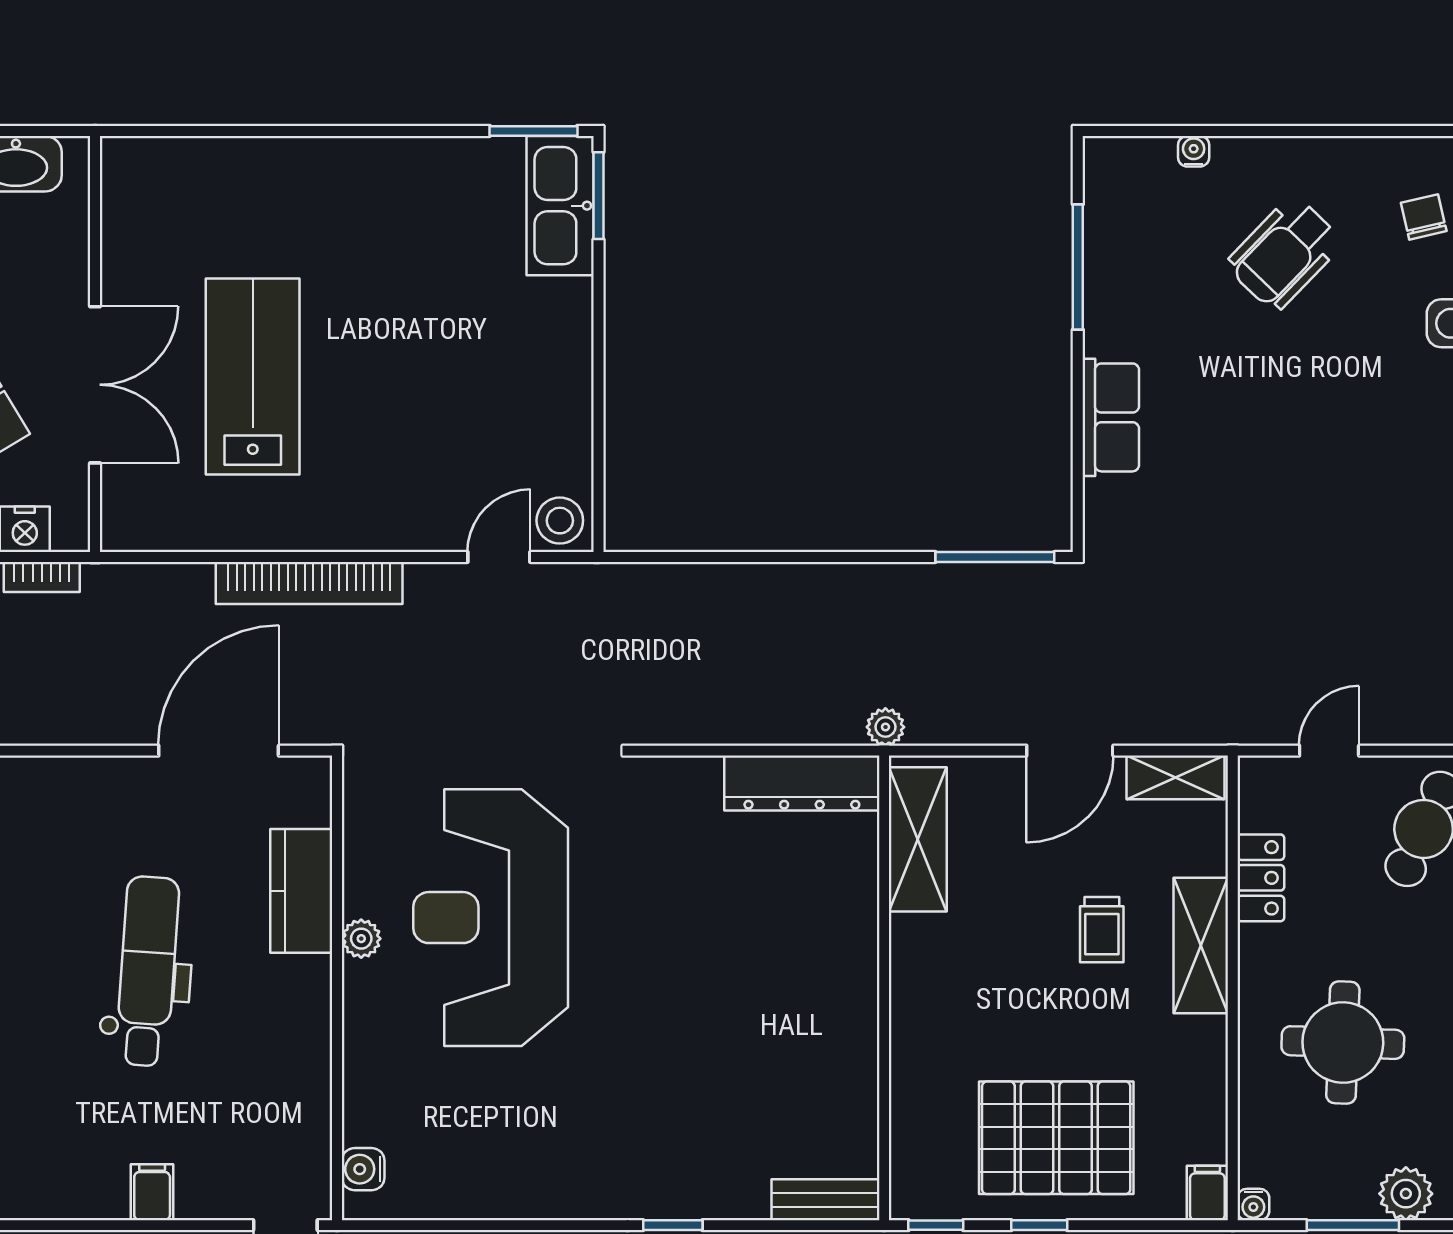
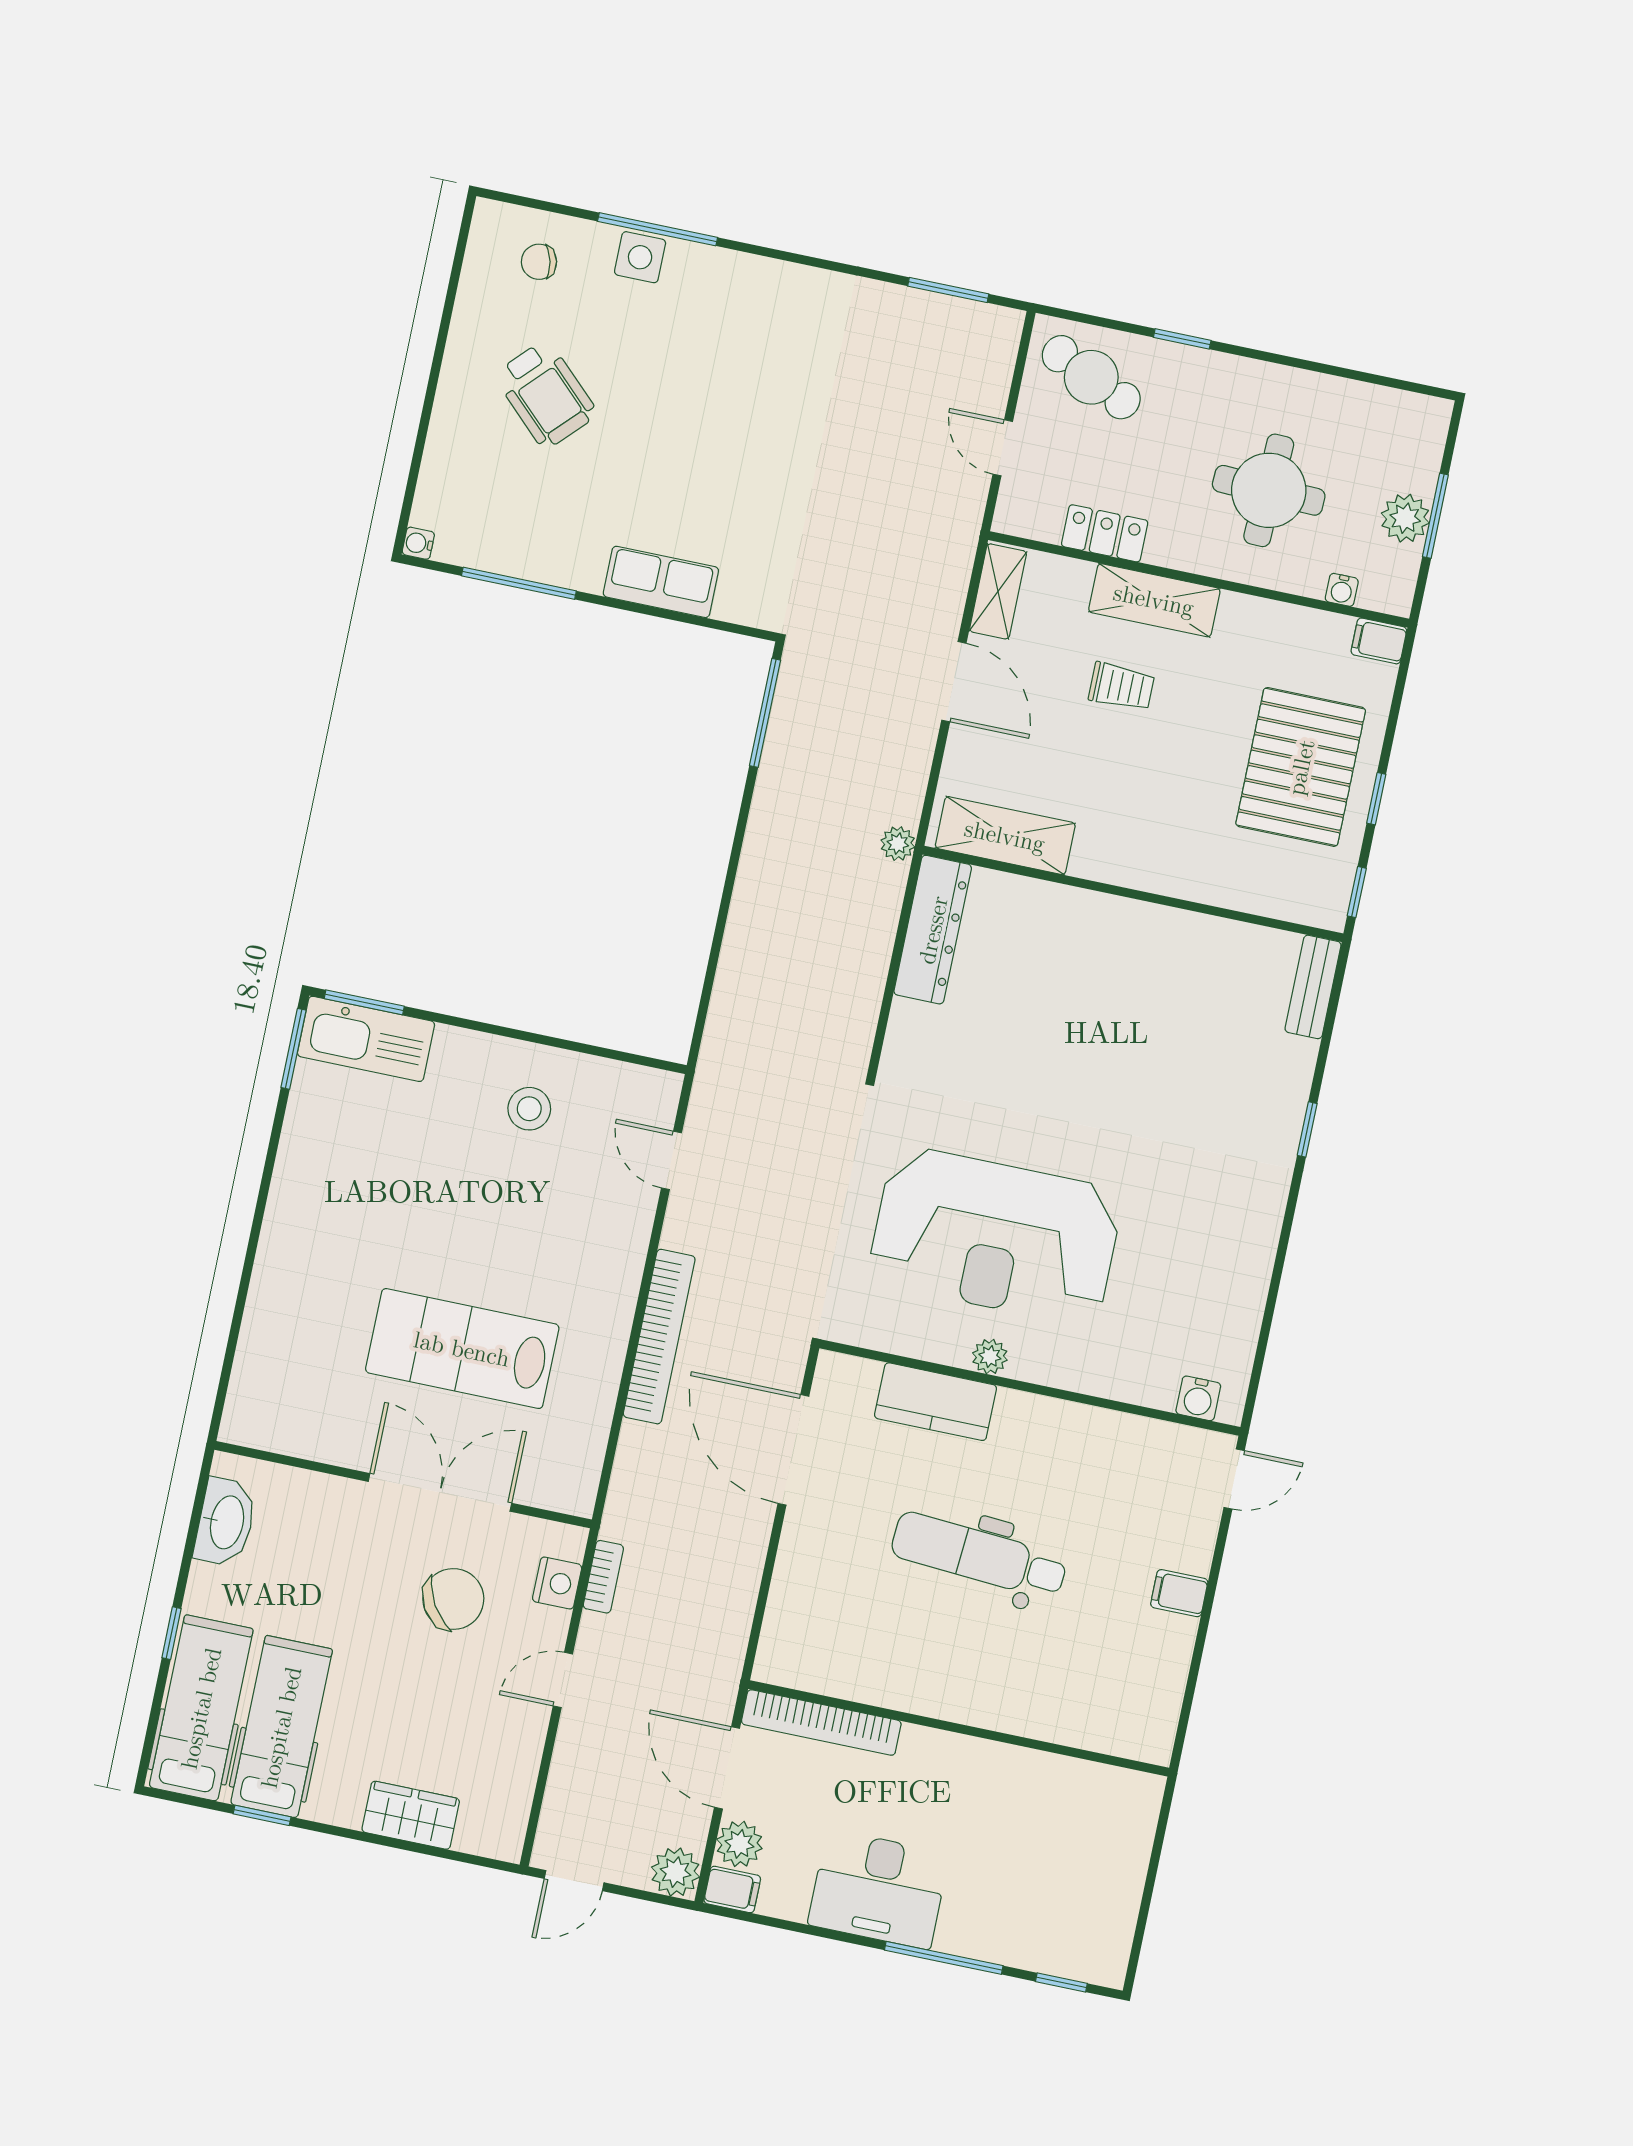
water cooler: (1194, 151) -> (418, 543), moved
stool: (560, 521) -> (529, 1109), moved
plant: (1406, 1194) -> (1405, 518), moved
water cooler: (1253, 1204) -> (1342, 590), moved, turned 90

